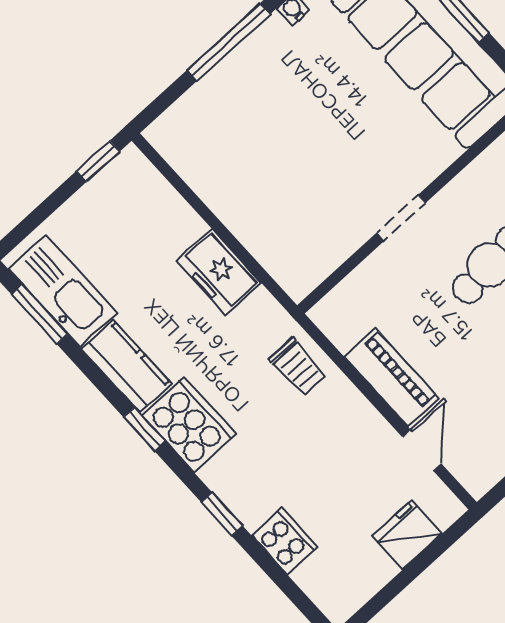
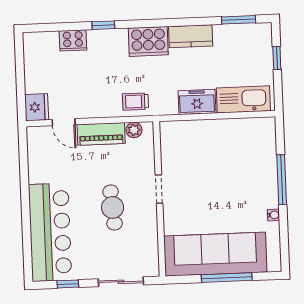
window: (98, 161) -> (277, 58), moved
kitchen sink: (62, 291) -> (243, 99), moved, turned 180
plant: (343, 332) -> (134, 130), added
window: (144, 429) -> (161, 23), removed
fridge: (407, 535) -> (37, 107), moved

